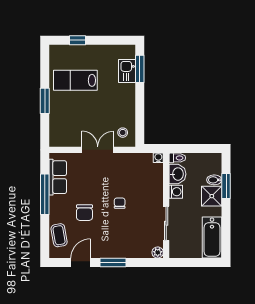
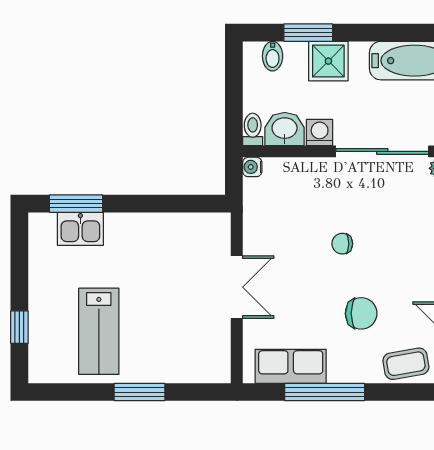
stool: (123, 133) -> (202, 238), removed
double door: (98, 150) -> (237, 287), swing flipped
bidet: (214, 180) -> (273, 56), moved
sliding door: (166, 223) -> (382, 151), width x1.37

